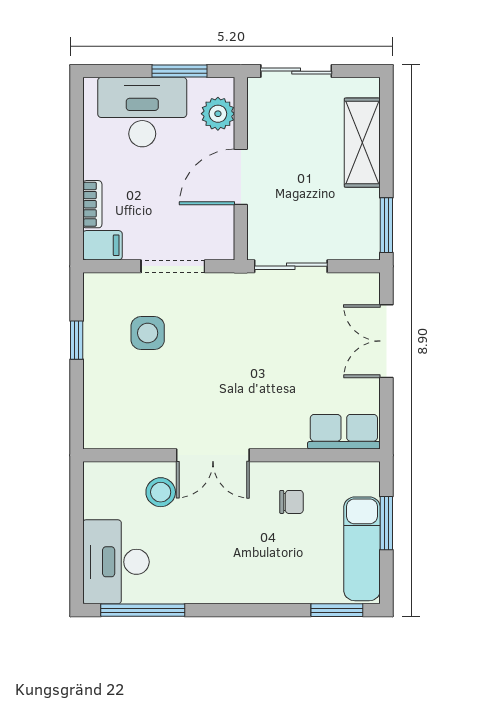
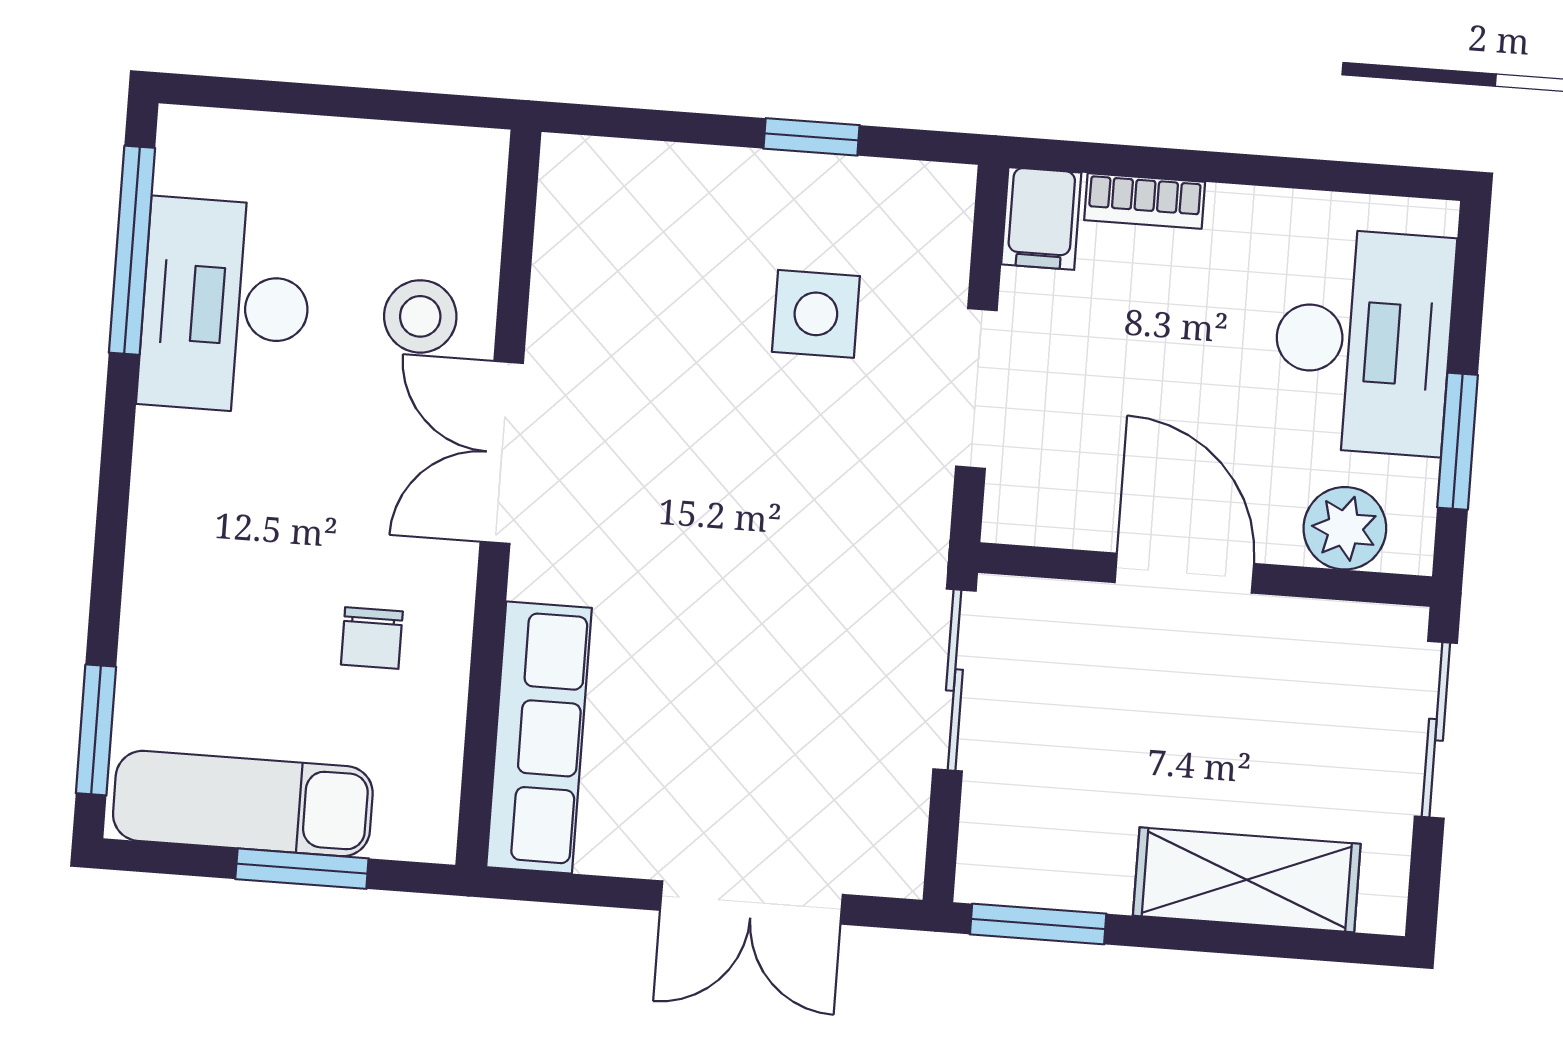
double door: (386, 341) -> (751, 902), swing flipped
row of seats: (344, 432) -> (539, 738), width x1.48
desk: (116, 562) -> (226, 306), moved, turned -90

